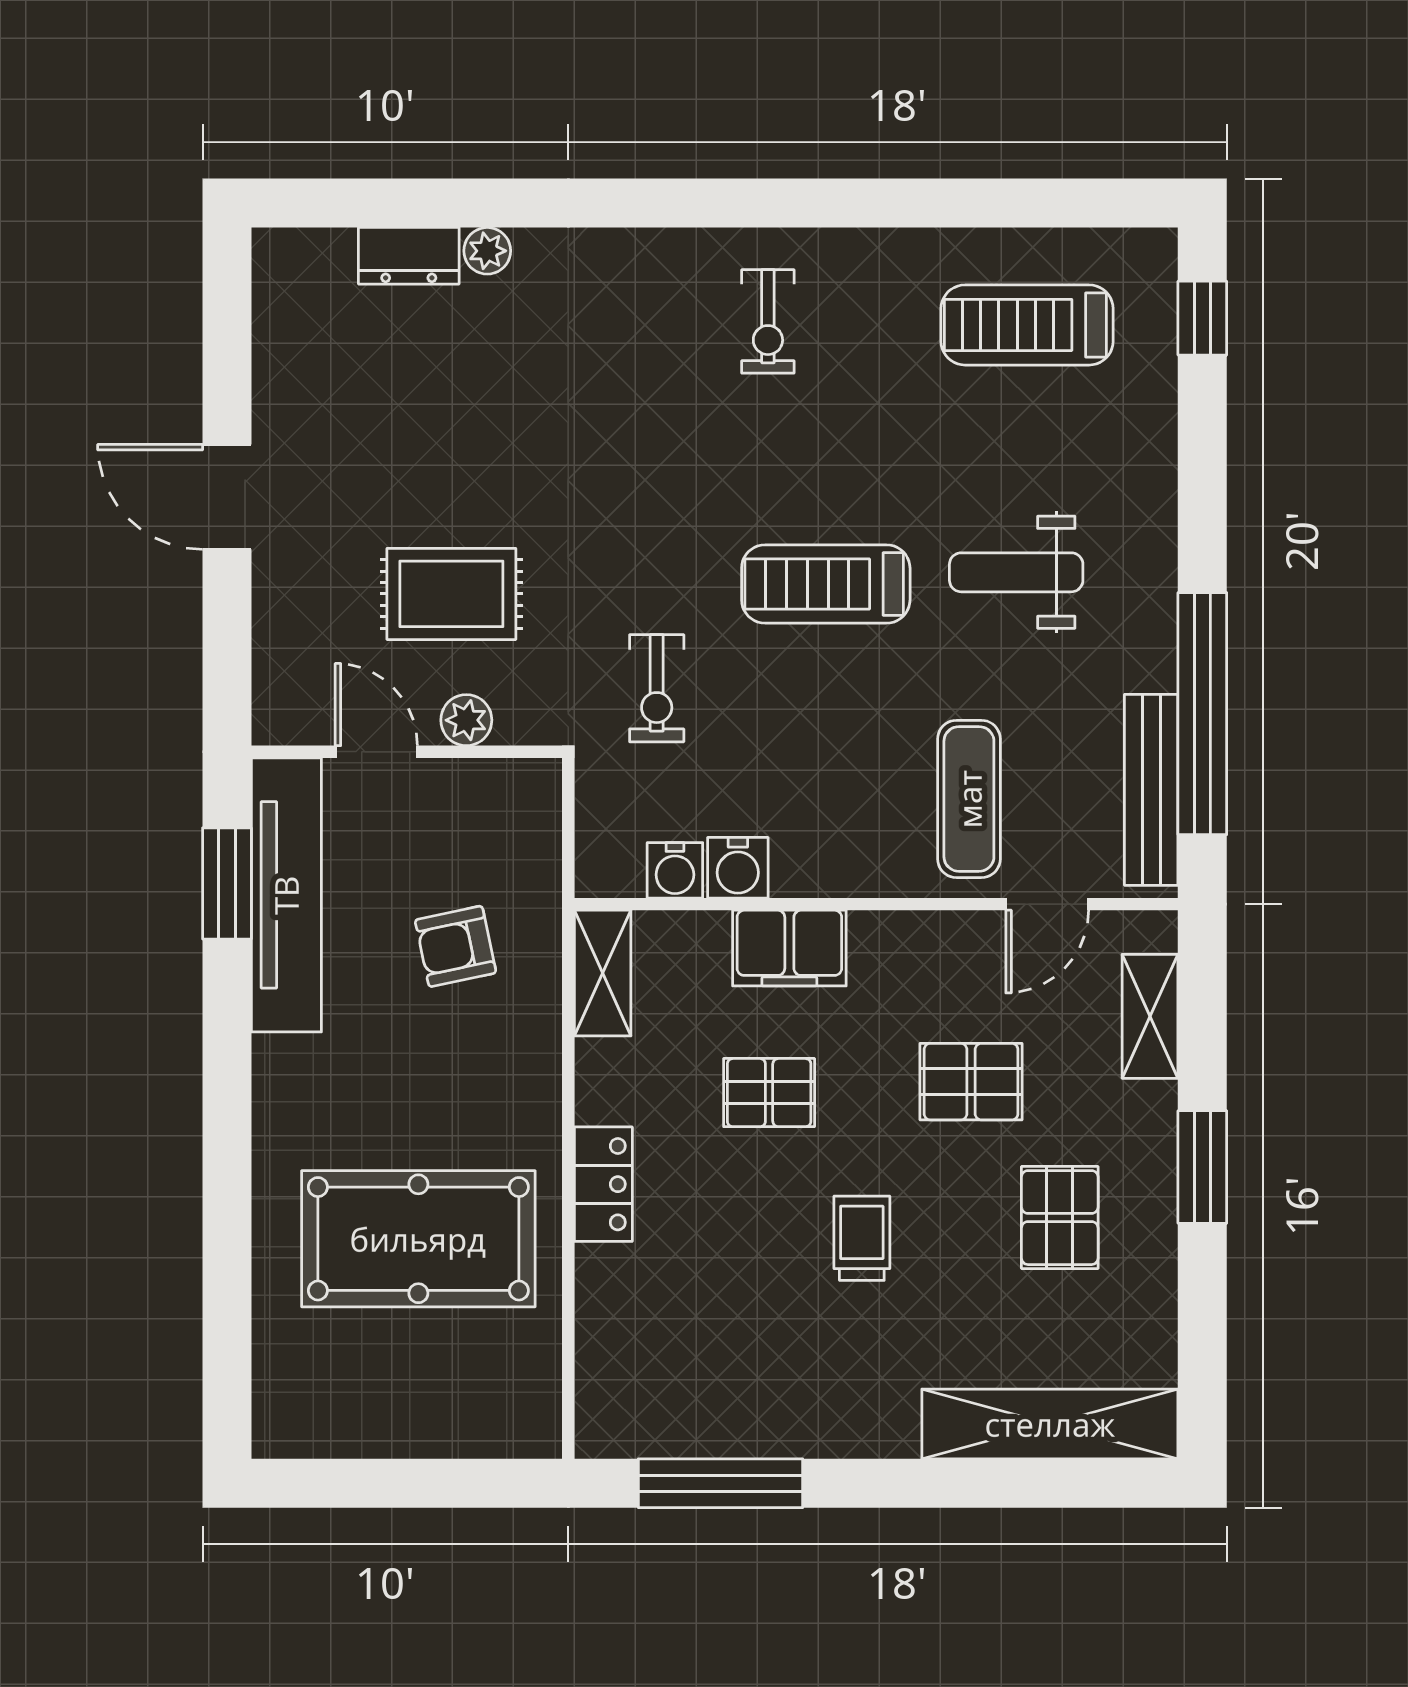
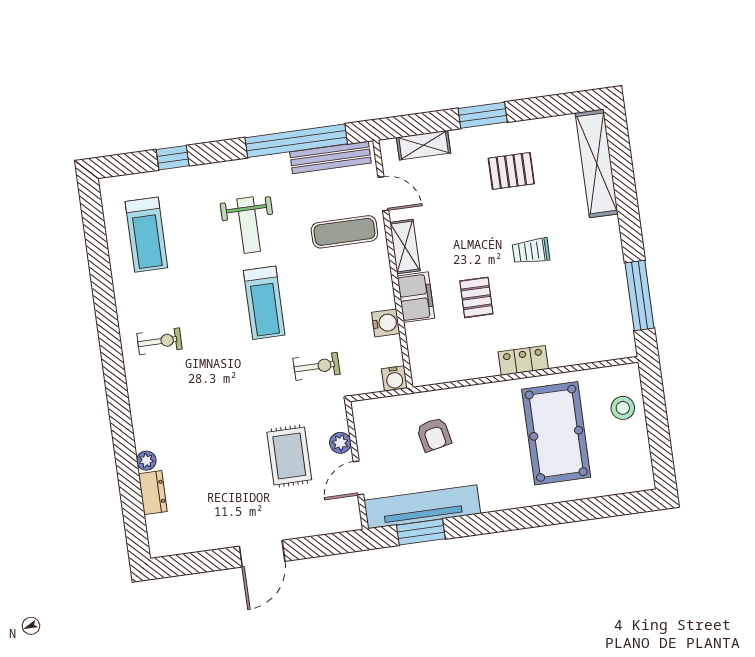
window: (1202, 318) -> (173, 158), moved
water cooler: (675, 870) -> (394, 379), moved, turned 90
shelving: (603, 973) -> (405, 247), moved, turned 90
pallet: (971, 1082) -> (460, 215), removed
stool: (457, 1406) -> (623, 408), added

